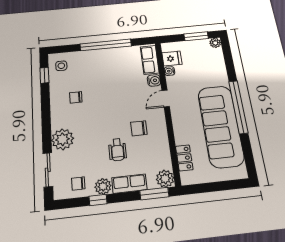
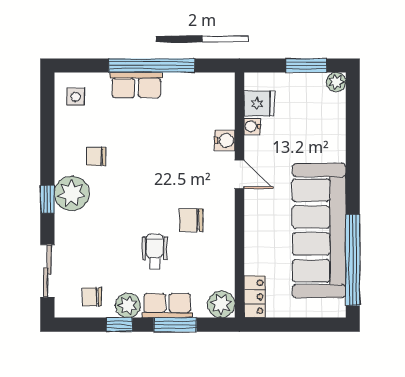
row of seats: (150, 60) -> (136, 85), moved, turned -90
window: (44, 75) -> (47, 199), moved
door: (166, 99) -> (239, 175), swing flipped
window: (238, 107) -> (353, 260), moved
plant: (63, 139) -> (72, 193), moved
wheelchair: (117, 150) -> (155, 251), turned 180
locker: (184, 158) -> (255, 297), moved
window: (154, 194) -> (175, 325), moved

